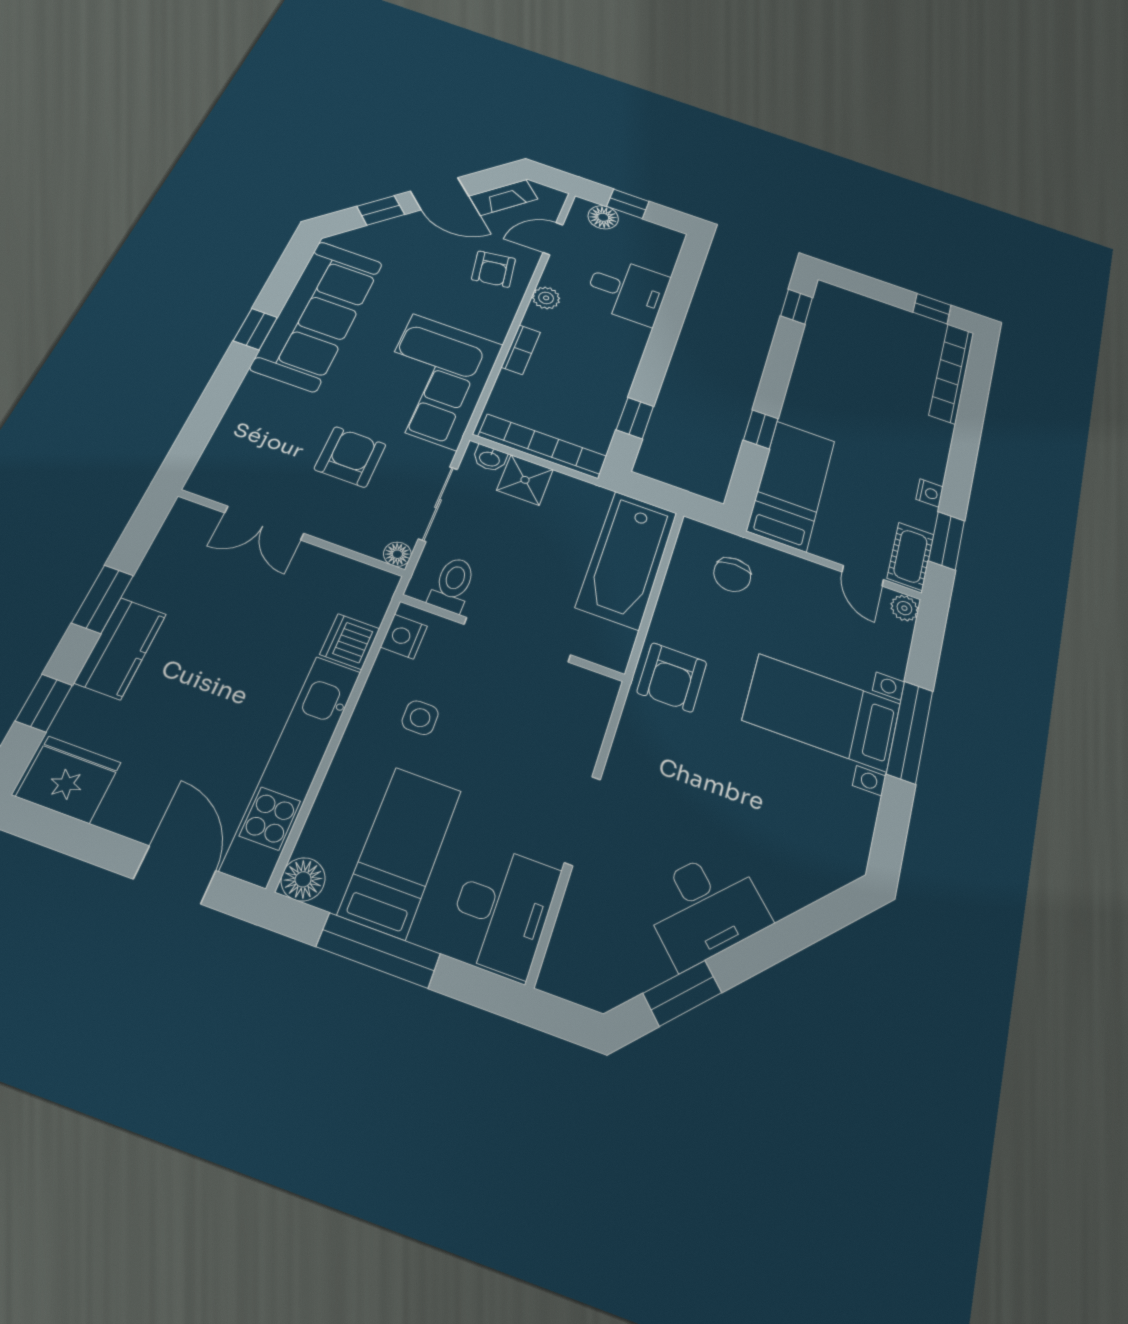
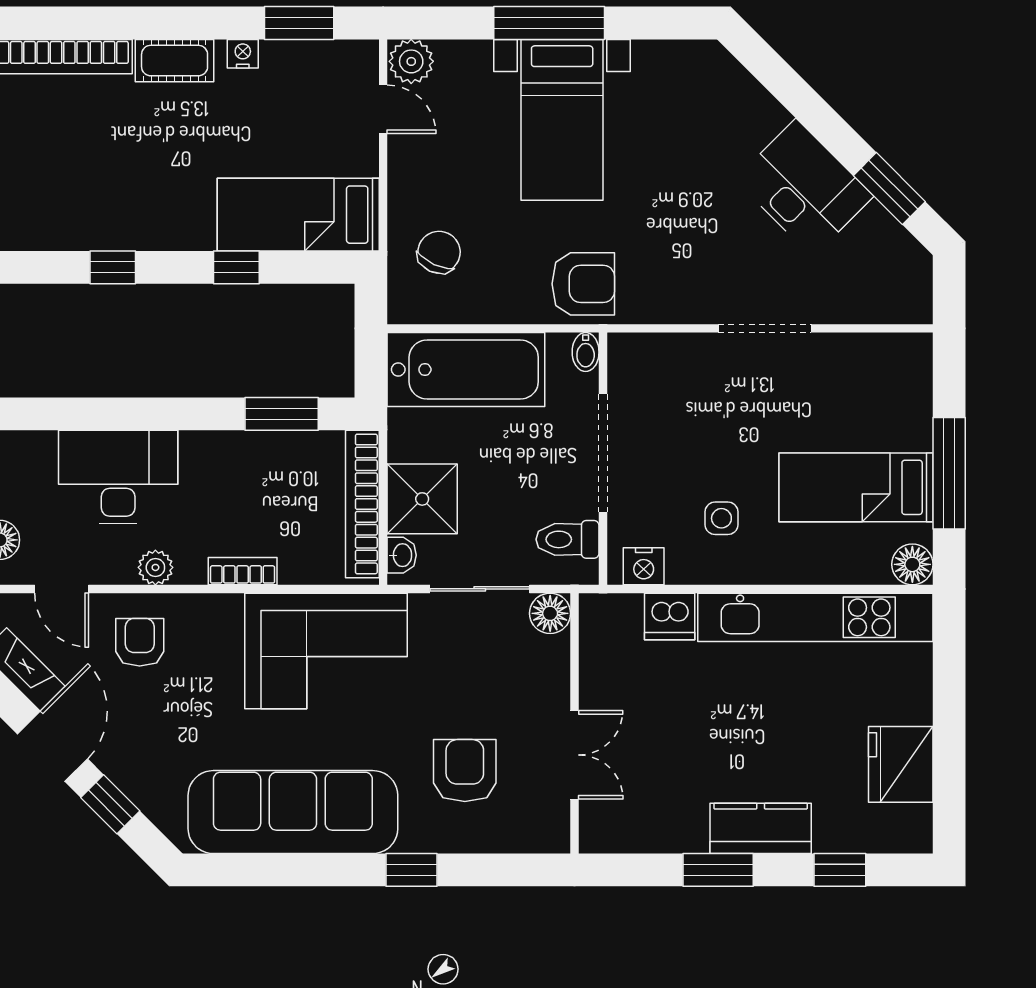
armchair: (494, 269) -> (140, 642), turned -81
desk: (627, 290) -> (118, 477), width x1.37
window: (797, 307) -> (113, 267), moved
window: (255, 329) -> (412, 870), moved
window: (635, 418) -> (282, 414), width x1.50
armchair: (350, 457) -> (465, 771), moved, turned 90
shower: (525, 480) -> (422, 499), width x1.36, depth x1.36
floor lamp: (397, 554) -> (550, 613), width x1.37, depth x1.37
cot: (911, 556) -> (175, 61), moved
chair: (732, 575) -> (439, 252), turned -65
door: (863, 576) -> (383, 109), hinge flipped
plant: (904, 608) -> (411, 61), width x1.38, depth x1.38
bidet: (611, 658) -> (586, 352), added
fridge: (69, 779) -> (901, 764), moved
door: (175, 875) -> (949, 678), removed
desk: (502, 910) -> (874, 376), removed

